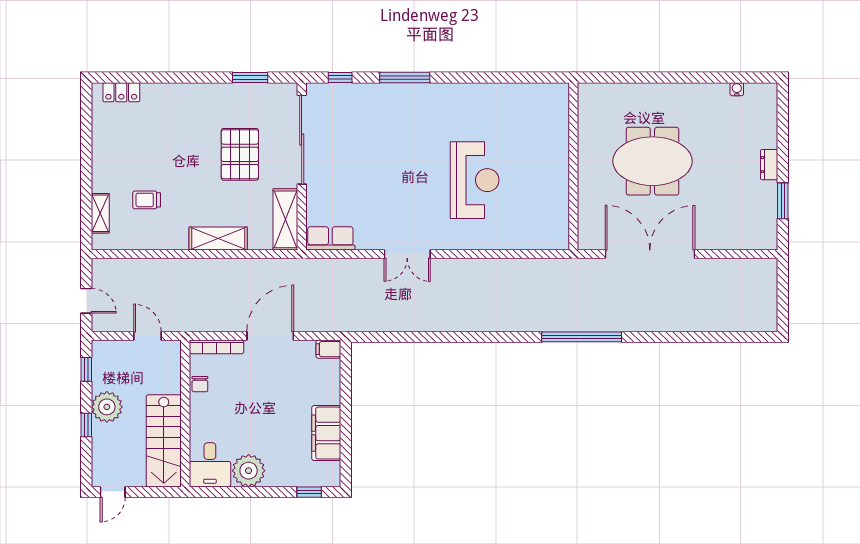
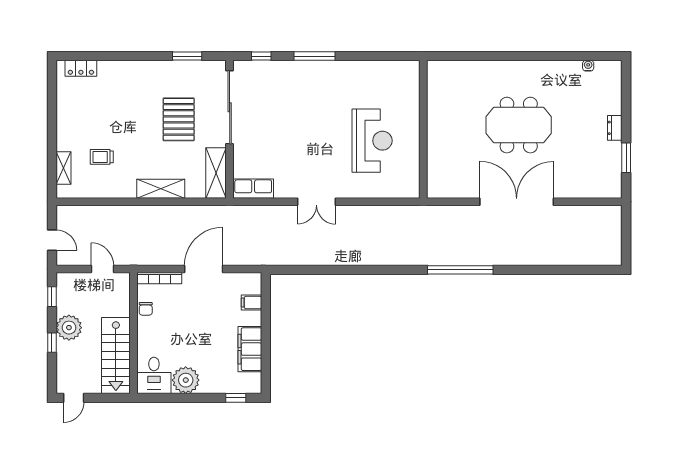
wall: (573, 166) -> (423, 129), moved
filing cabinet: (328, 349) -> (252, 303), moved

